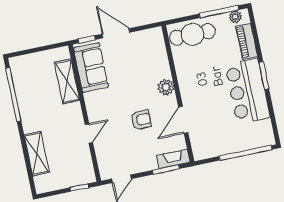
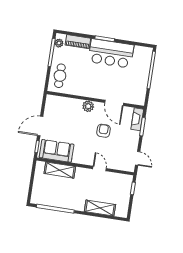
cafe table: (192, 34) -> (60, 76), width x0.73, depth x0.74

